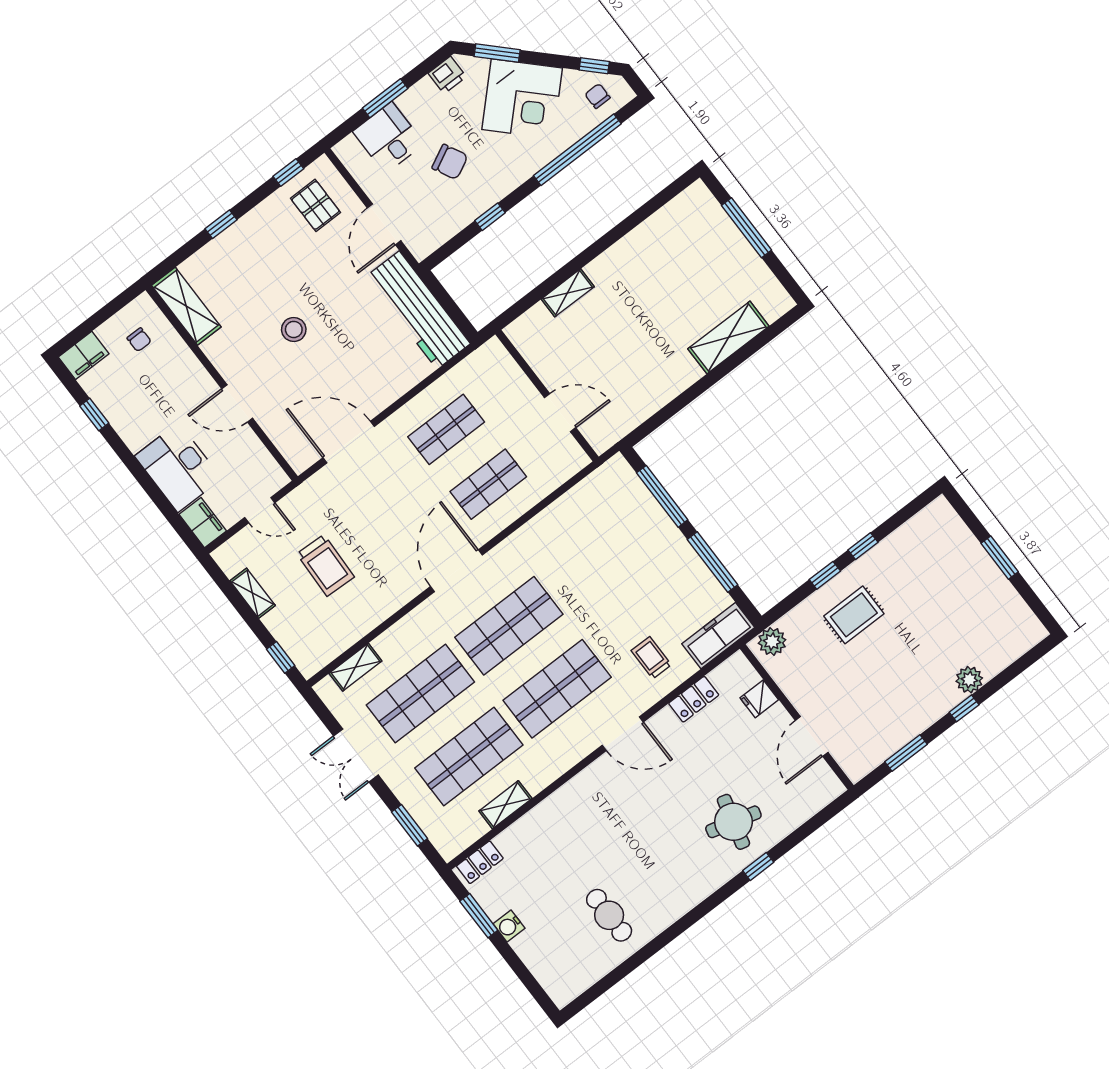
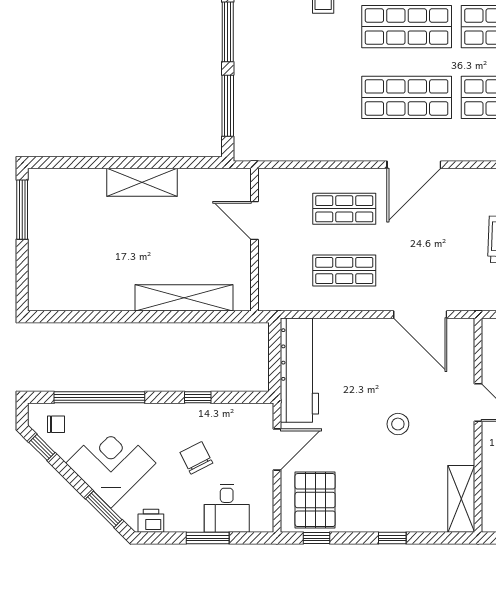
chair: (598, 96) -> (56, 424), turned -90
pallet: (315, 205) -> (315, 500), width x1.50, depth x1.42
window: (746, 228) -> (22, 210), moved
shelving: (568, 293) -> (184, 298), width x2.20, depth x1.33
shelving: (728, 337) -> (142, 182), moved

